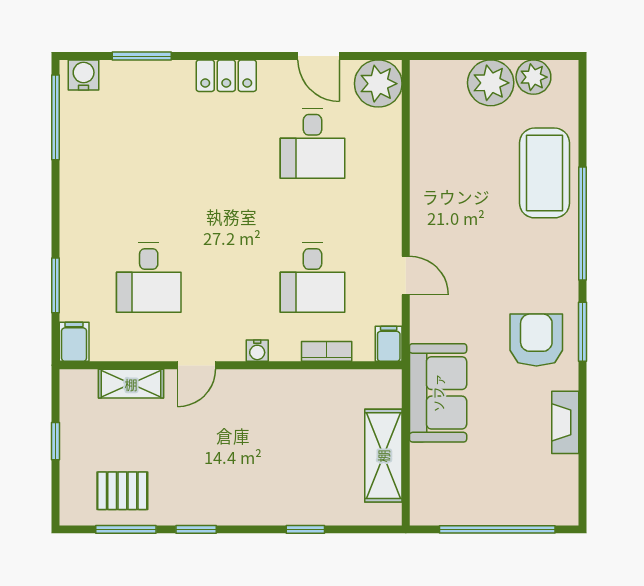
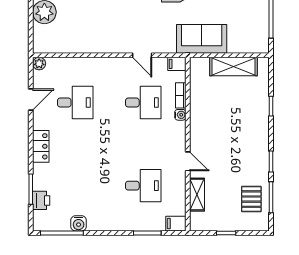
water cooler: (84, 75) -> (79, 223), moved, turned -90
printer: (120, 76) -> (41, 200), added
plant: (378, 84) -> (39, 64), width x0.53, depth x0.53
door: (406, 275) -> (142, 55), swing flipped
water cooler: (257, 351) -> (180, 115), moved

